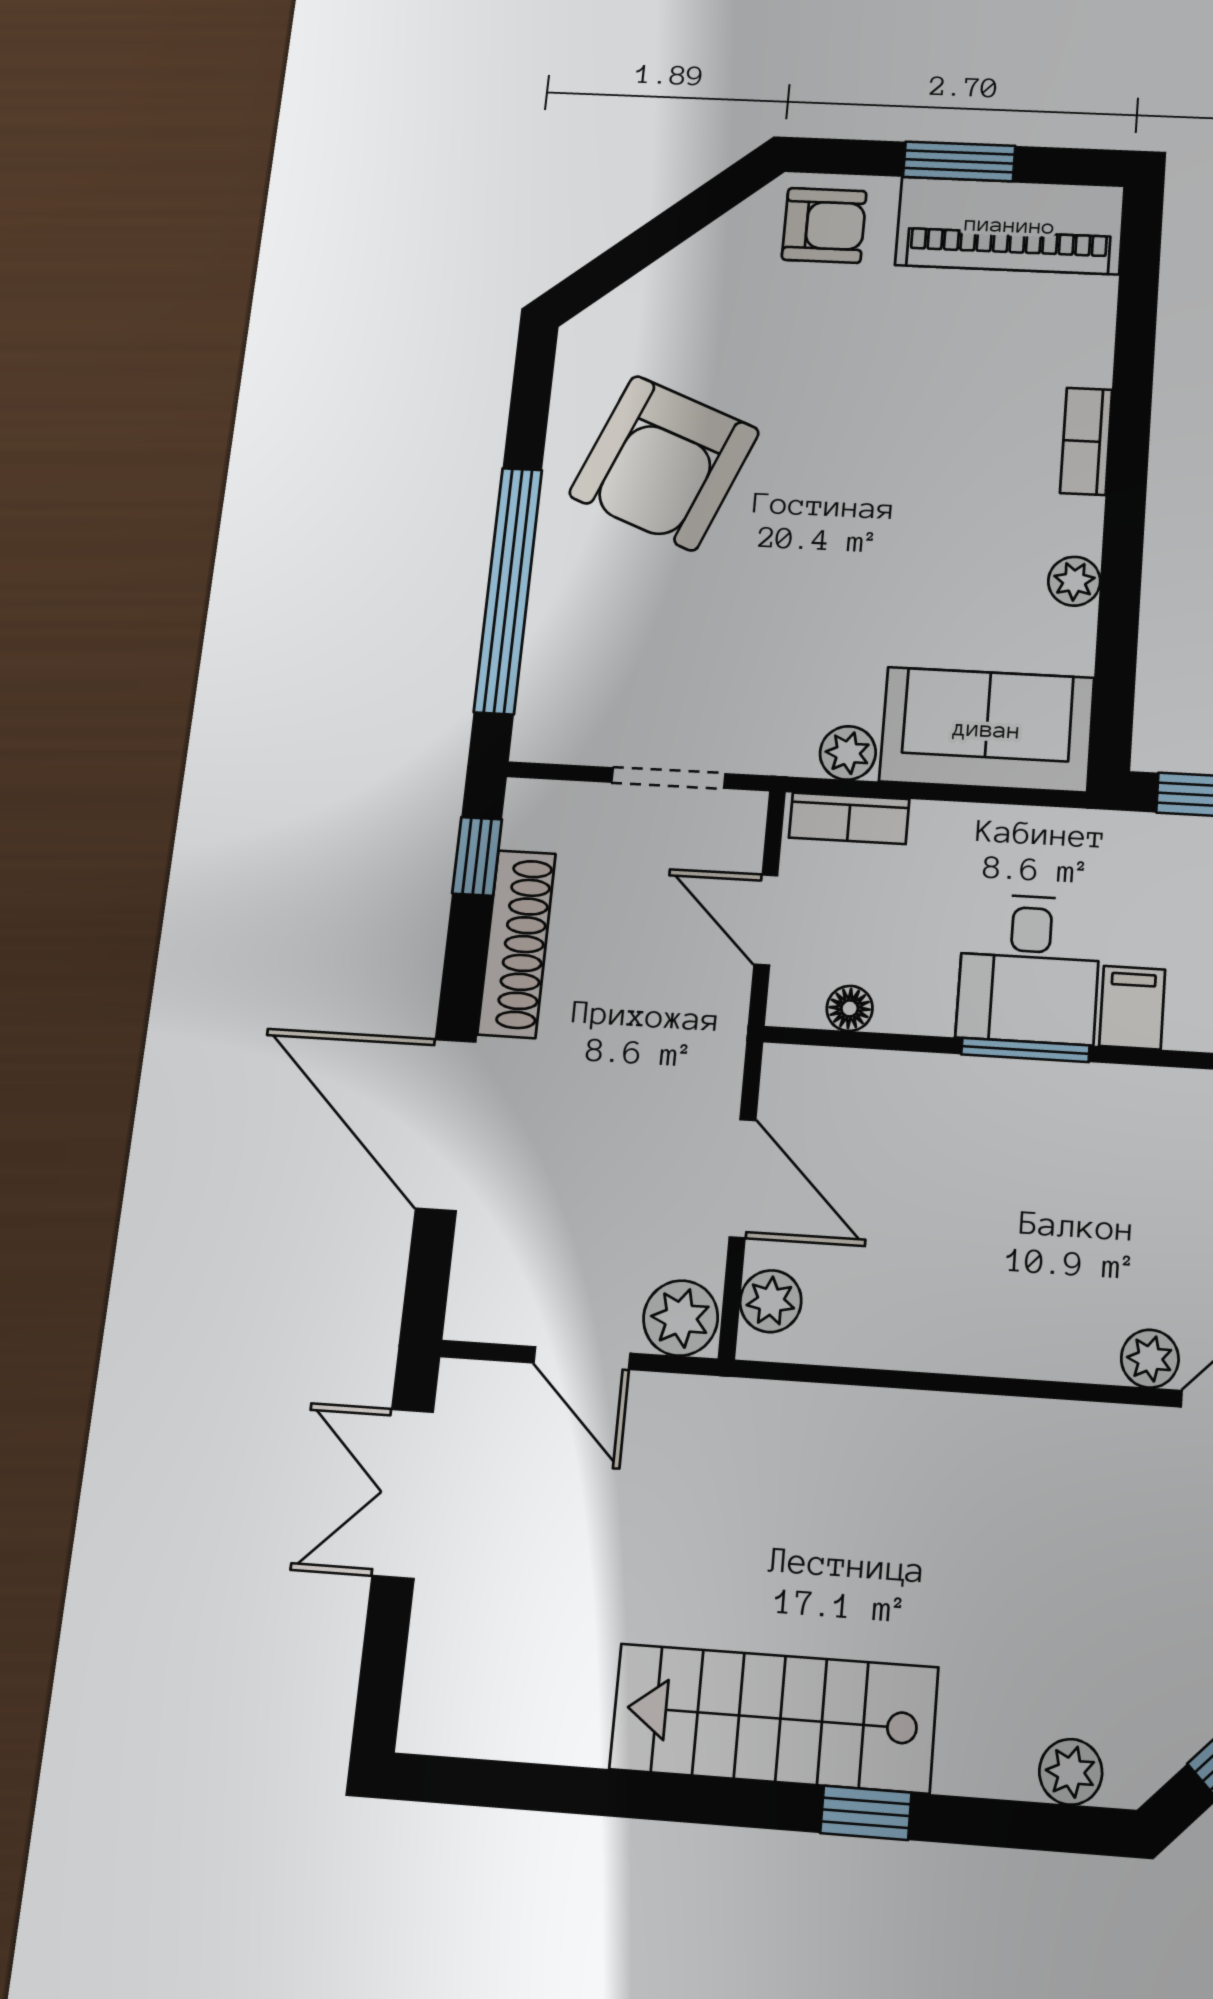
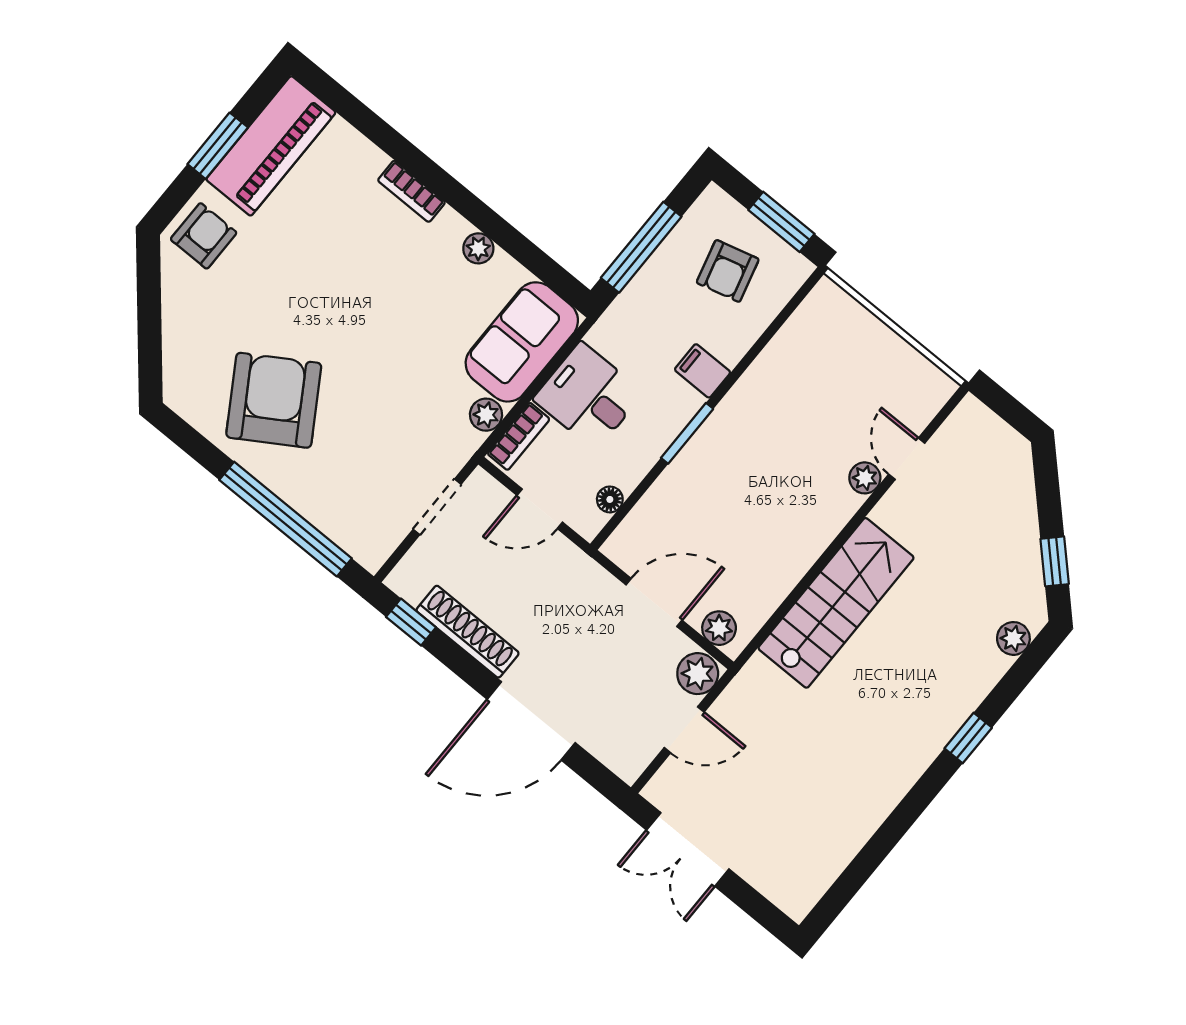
armchair: (664, 463) -> (274, 400), turned -144
desk: (1029, 969) -> (588, 396), moved, turned 180
stairs: (774, 1718) -> (836, 603), moved, turned 180

